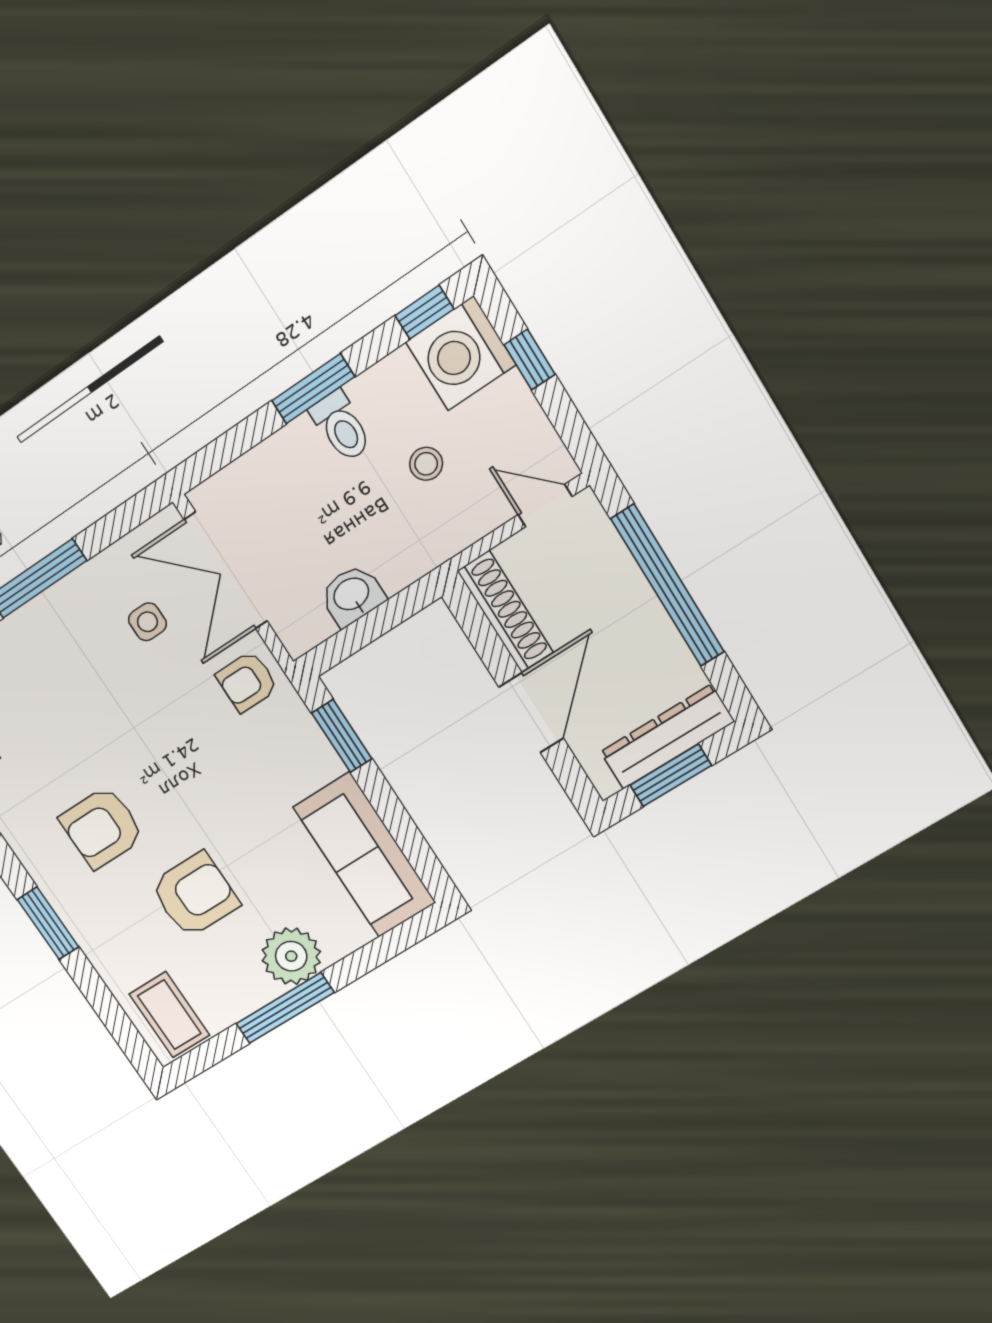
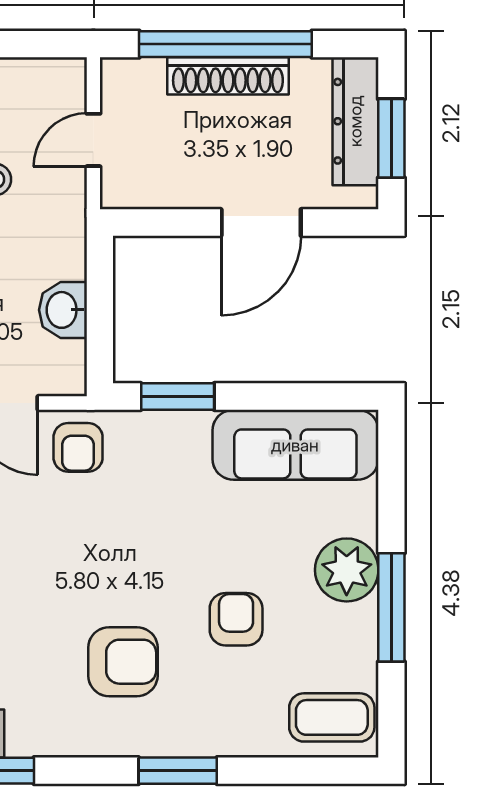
door: (545, 506) -> (93, 140), moved
shoe rack: (505, 612) -> (228, 76), moved, turned 180
door: (531, 713) -> (261, 222), swing flipped
armchair: (102, 828) -> (123, 662), turned -90
armchair: (195, 895) -> (236, 619), width x0.72, depth x0.72

